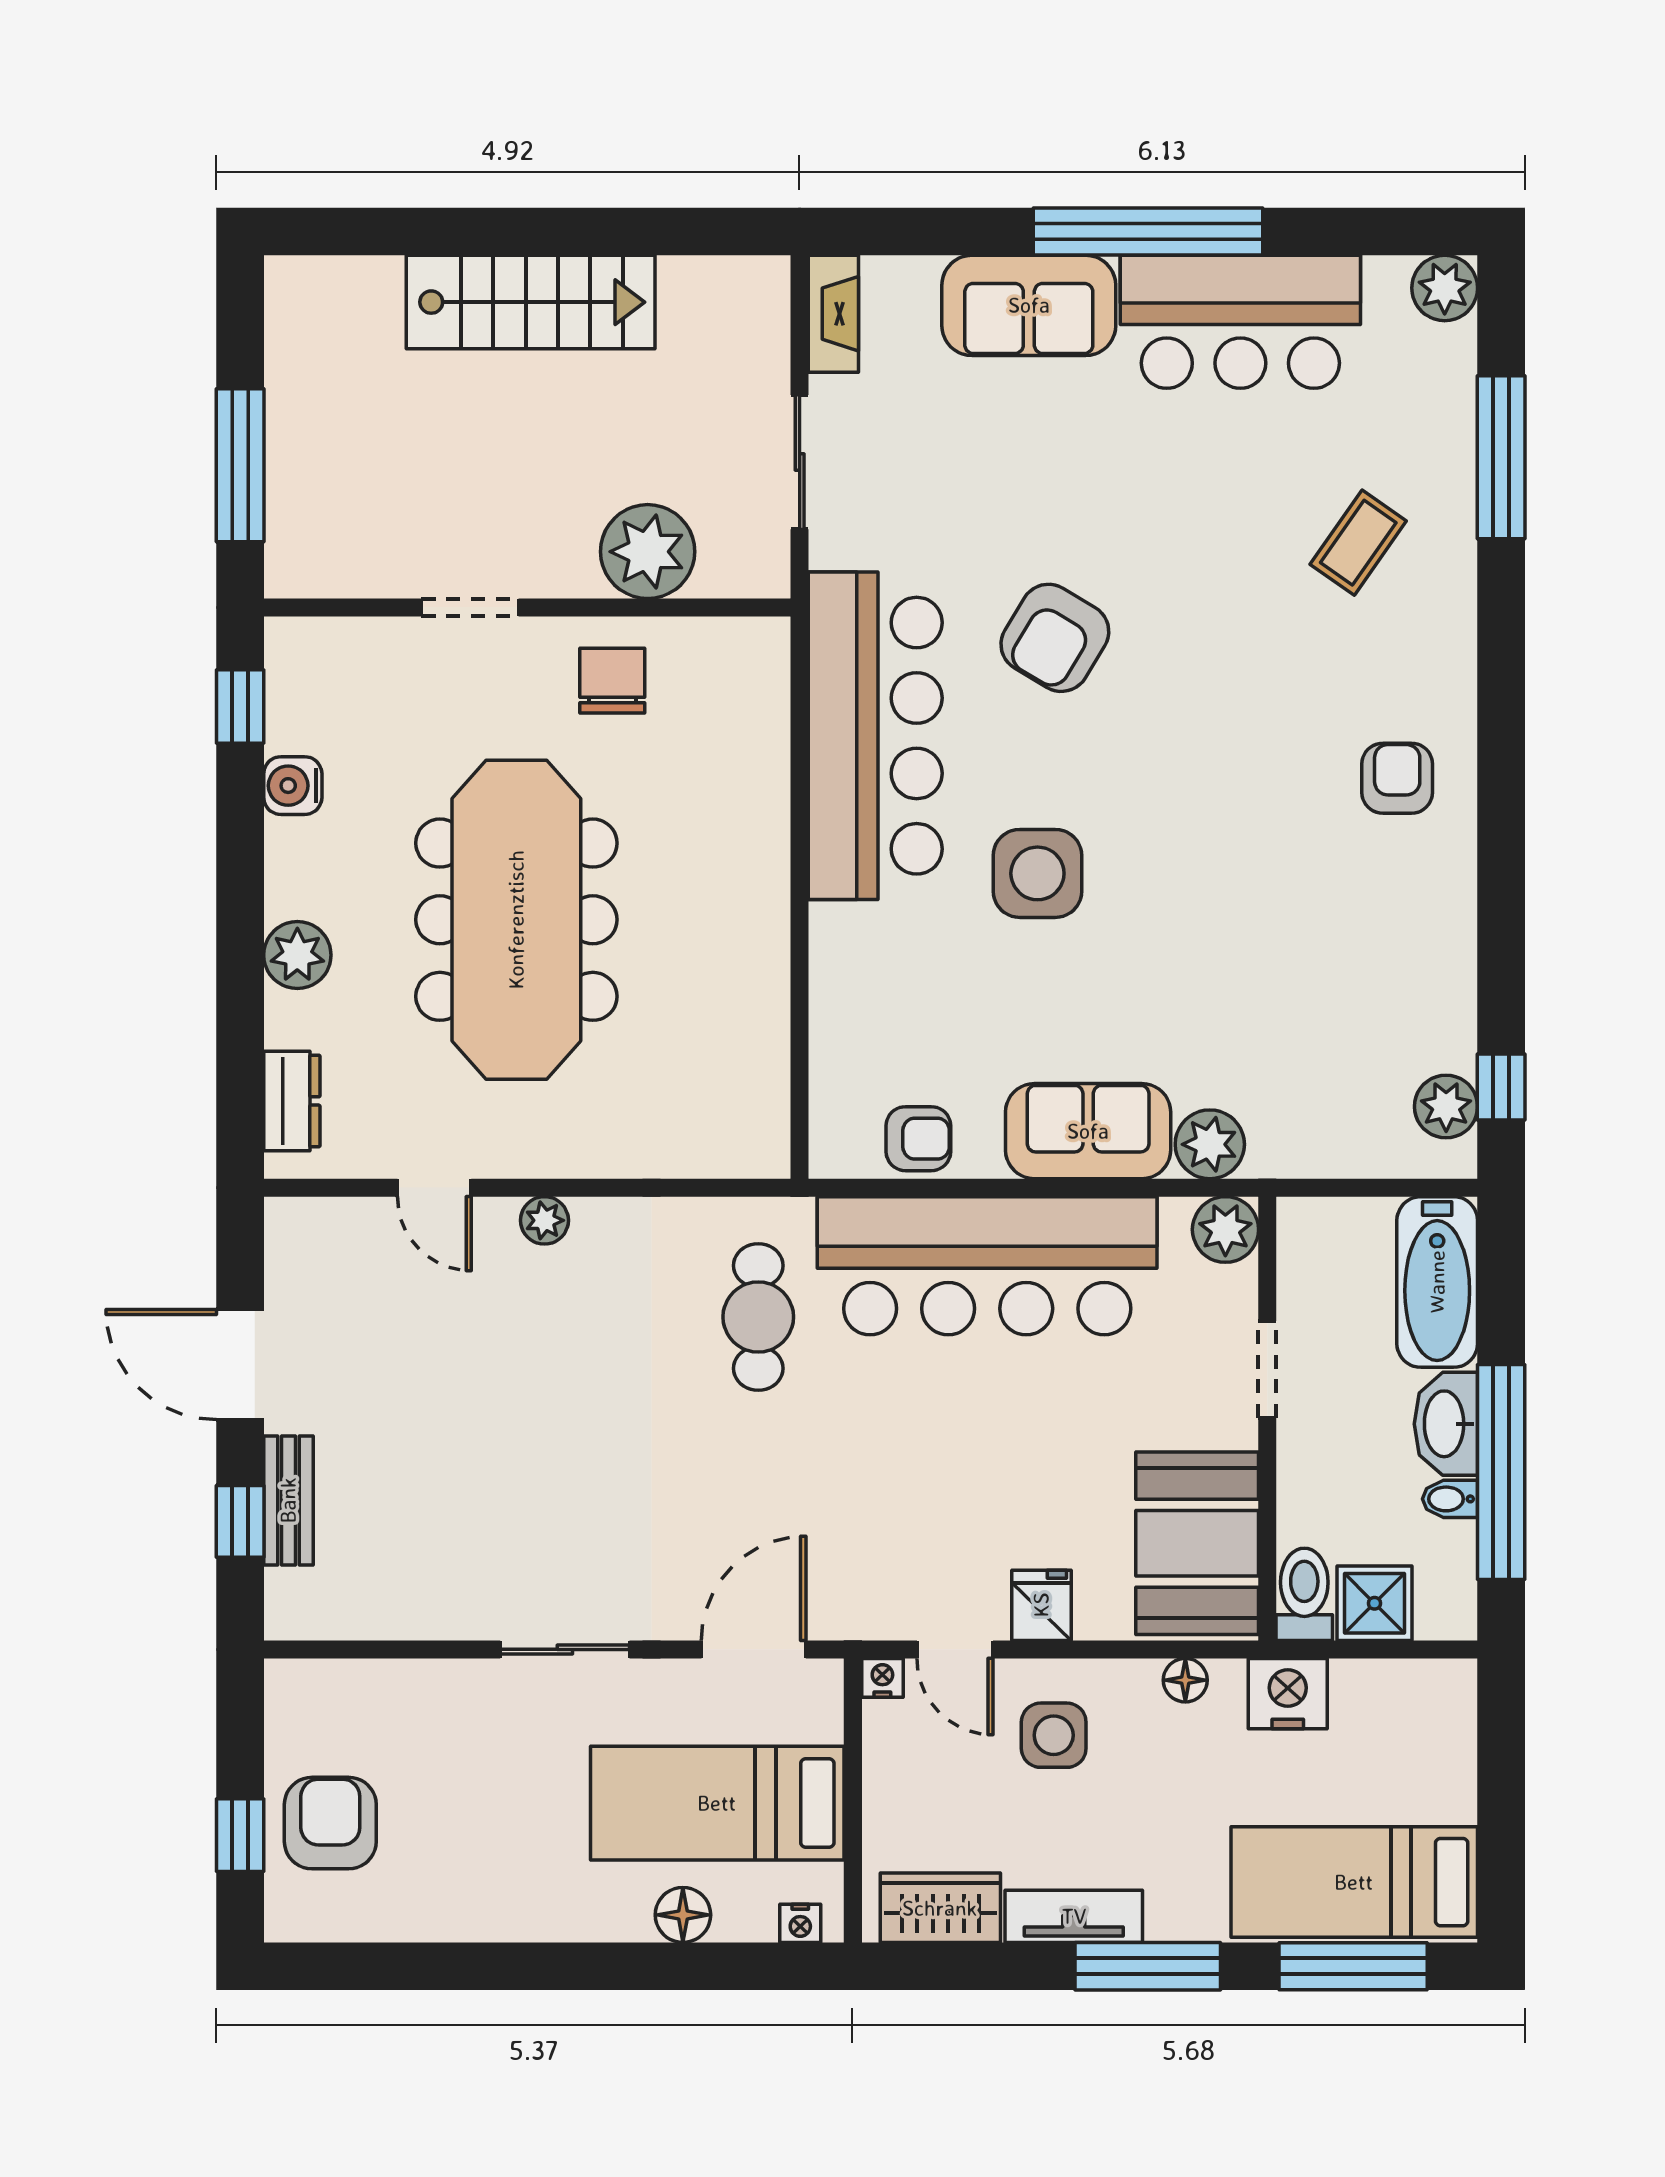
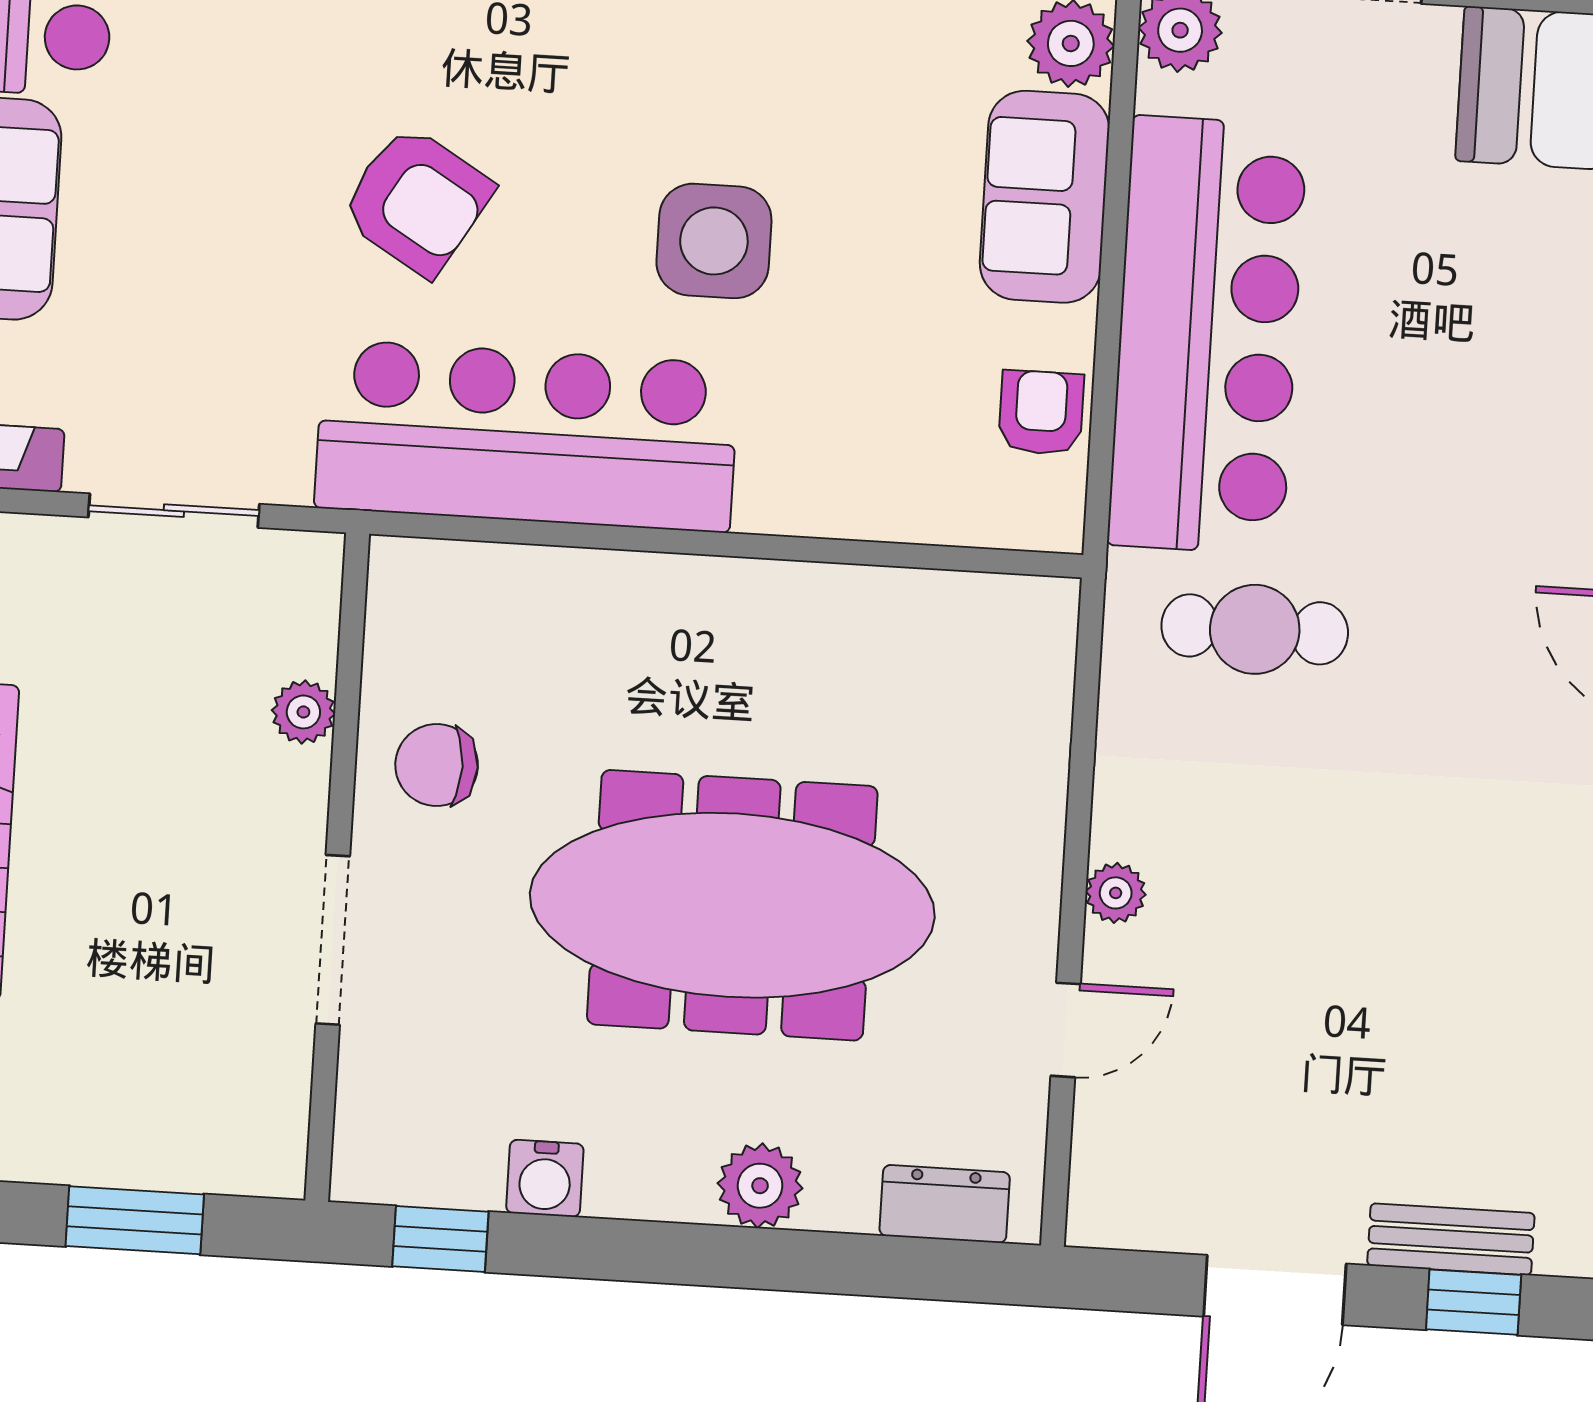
window: (240, 465) -> (135, 1220), width x0.69
plant: (648, 552) -> (303, 712), width x0.53, depth x0.53
doorway: (470, 607) -> (333, 940), width x1.38

